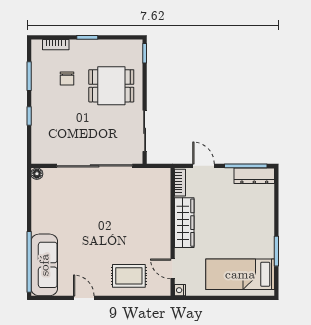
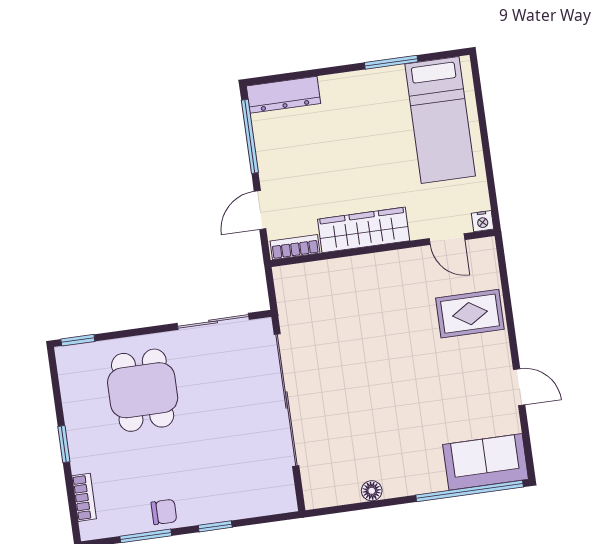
chair: (67, 78) -> (164, 512), moved
floor lamp: (37, 174) -> (372, 491), moved
dresser: (254, 176) -> (284, 95), moved, turned 90
sofa: (44, 265) -> (486, 462), width x0.73
door: (173, 269) -> (447, 239), hinge flipped
rug: (129, 276) -> (470, 314), turned 90
door: (84, 298) -> (519, 387), swing flipped

